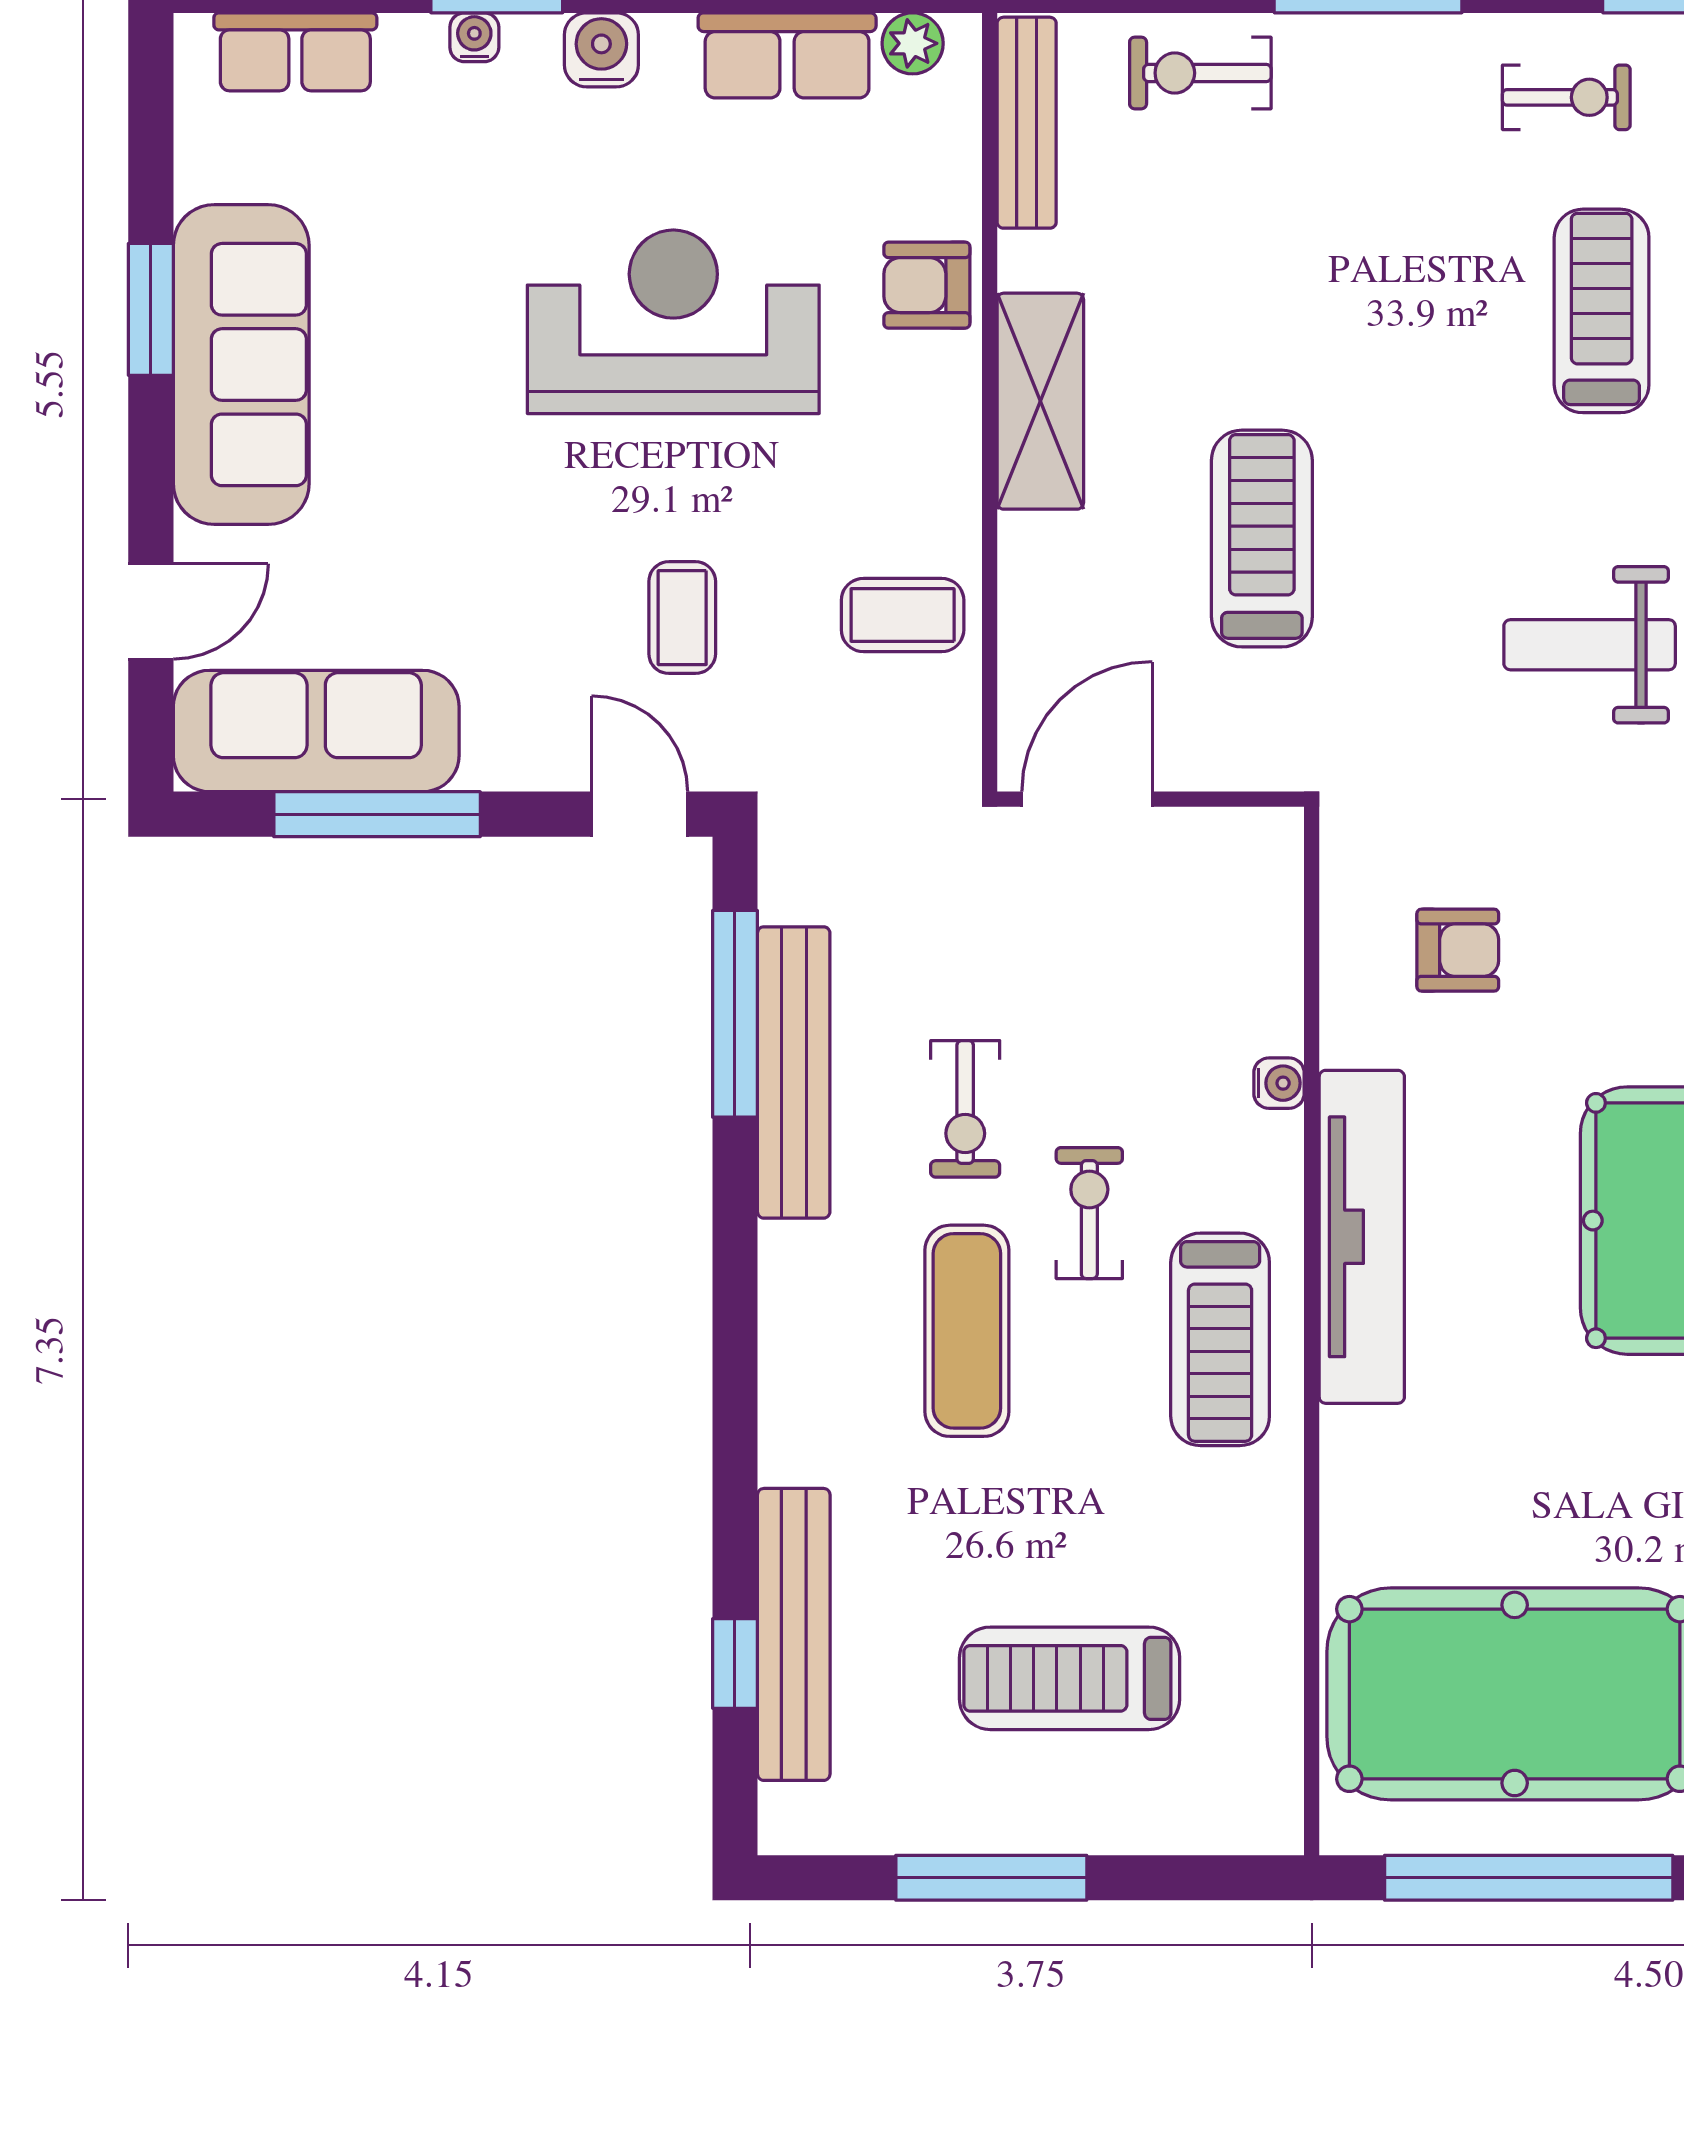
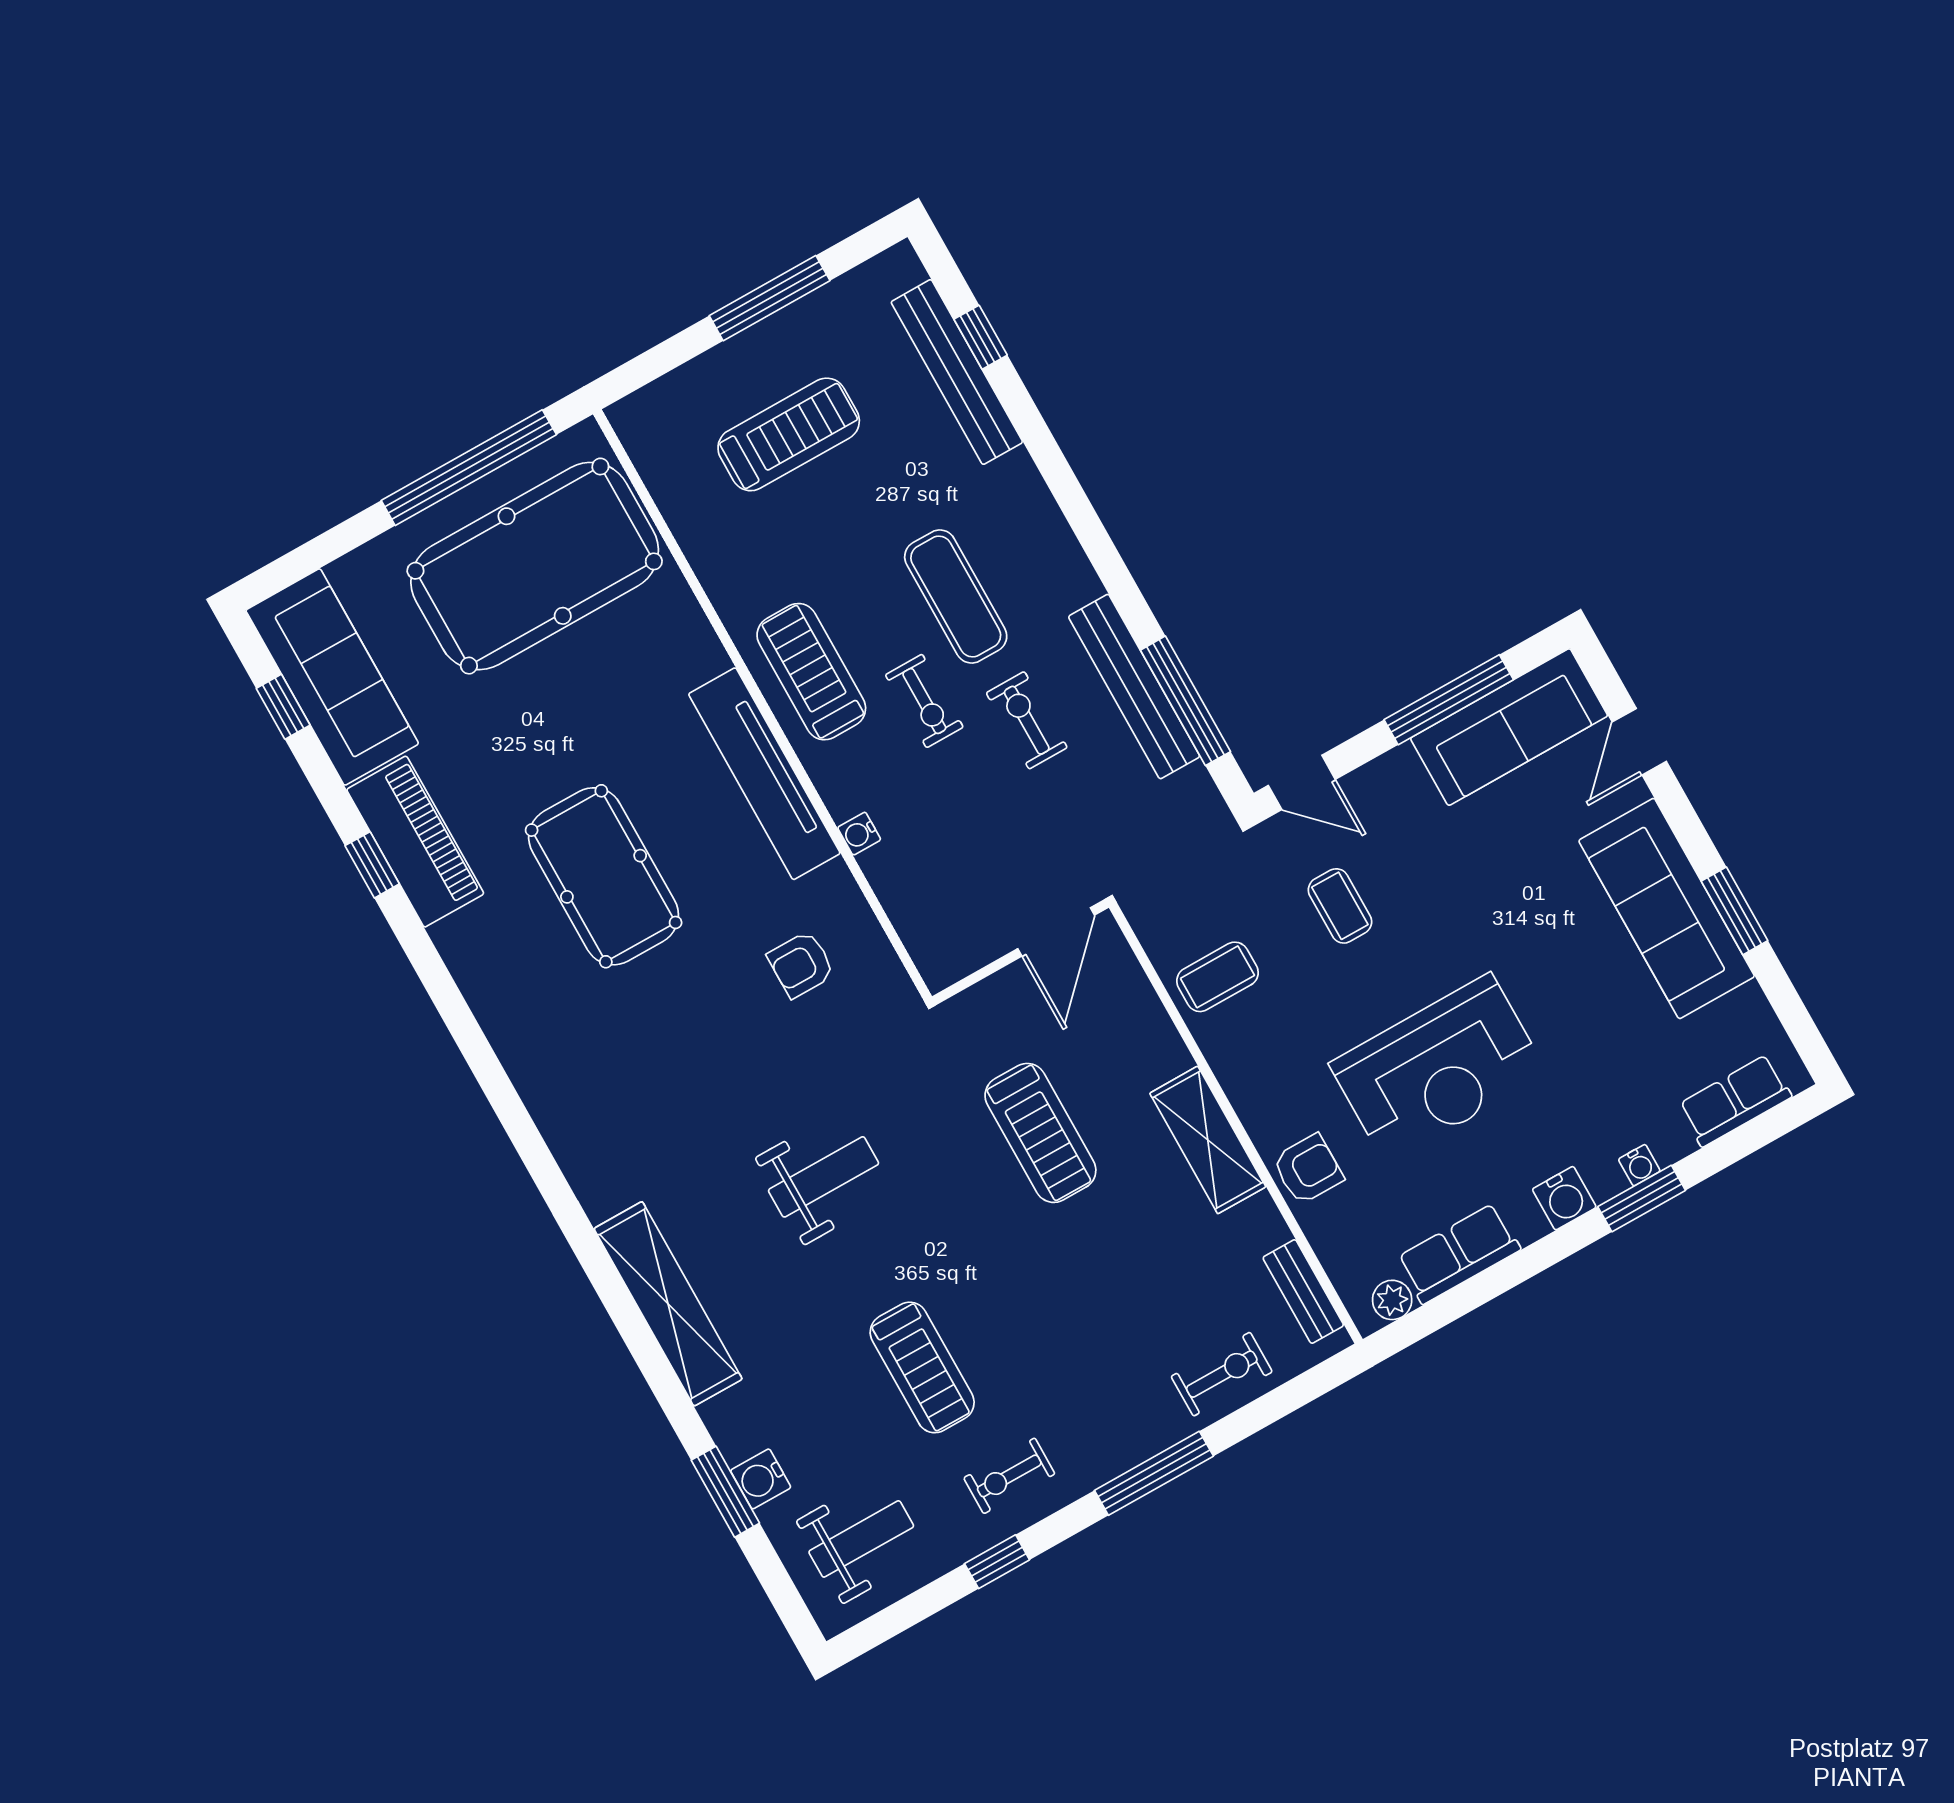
bench: (1027, 123) -> (1303, 1292), width x0.73

